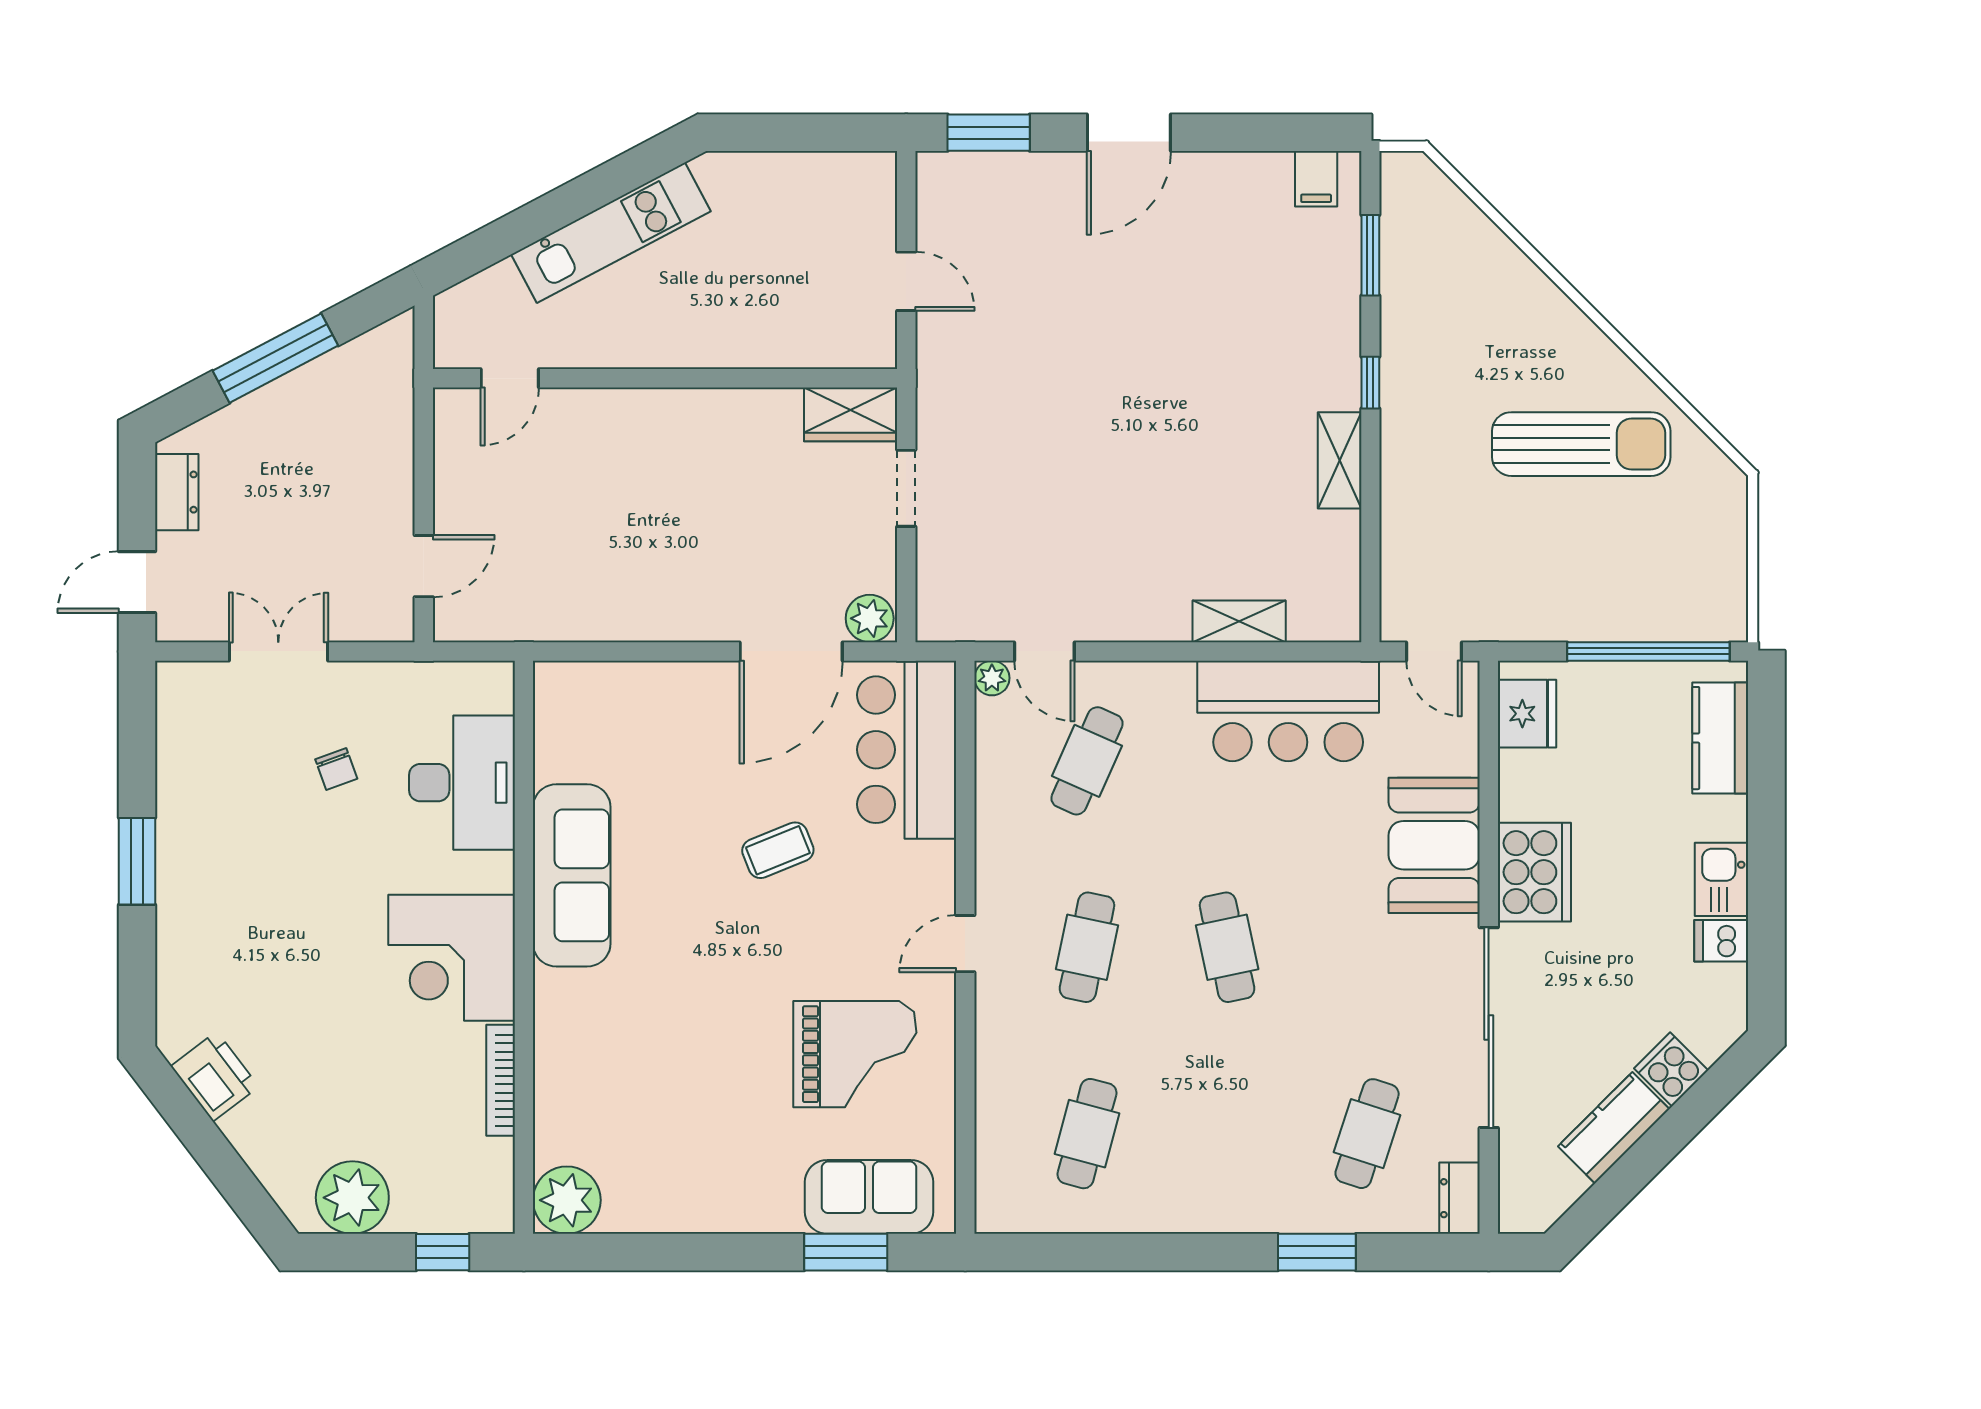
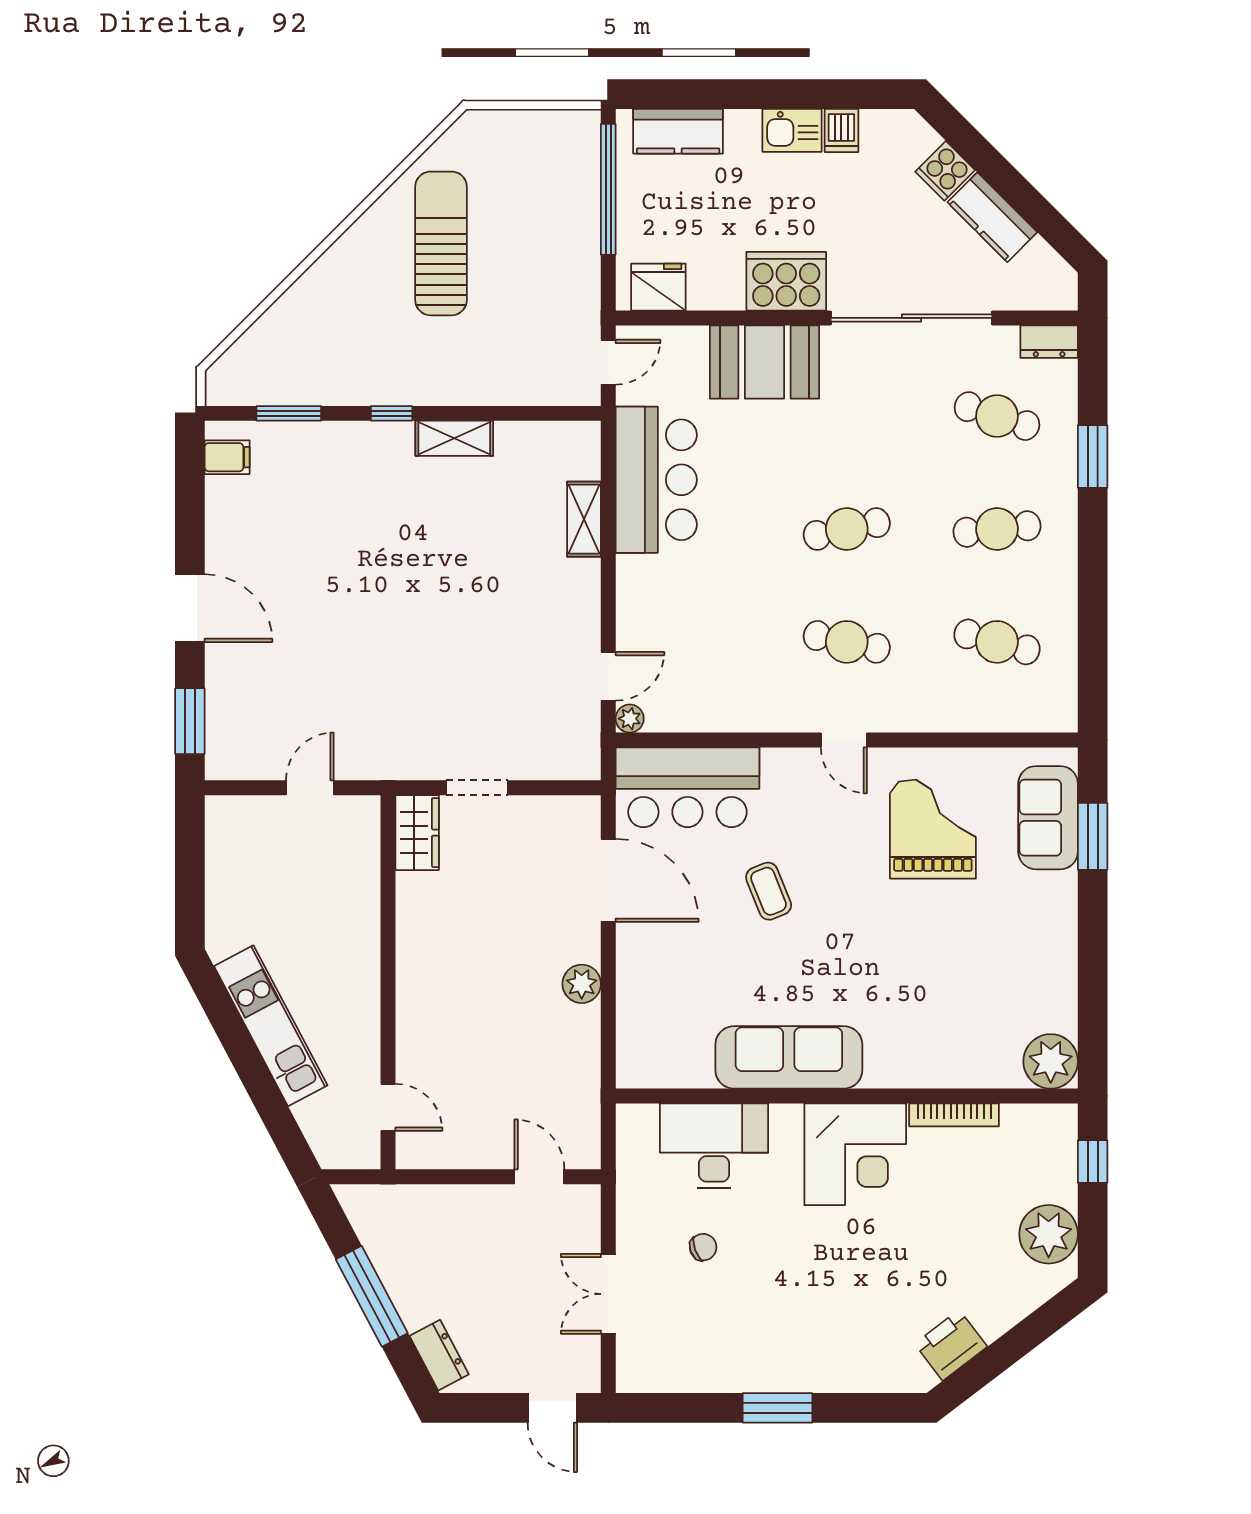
dresser: (177, 492) -> (439, 1355), moved, turned 62
plant: (870, 618) -> (582, 984), moved
cafe table: (1087, 761) -> (997, 529), moved, turned -30

